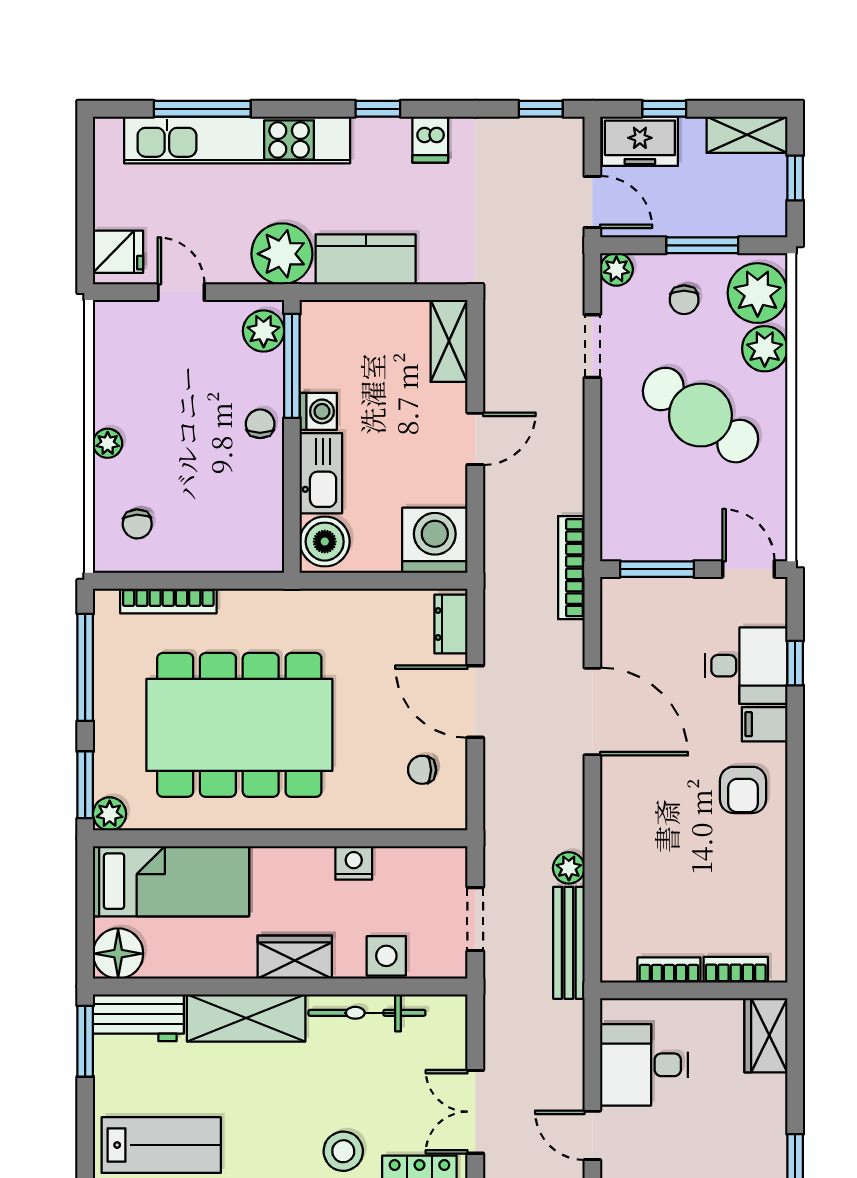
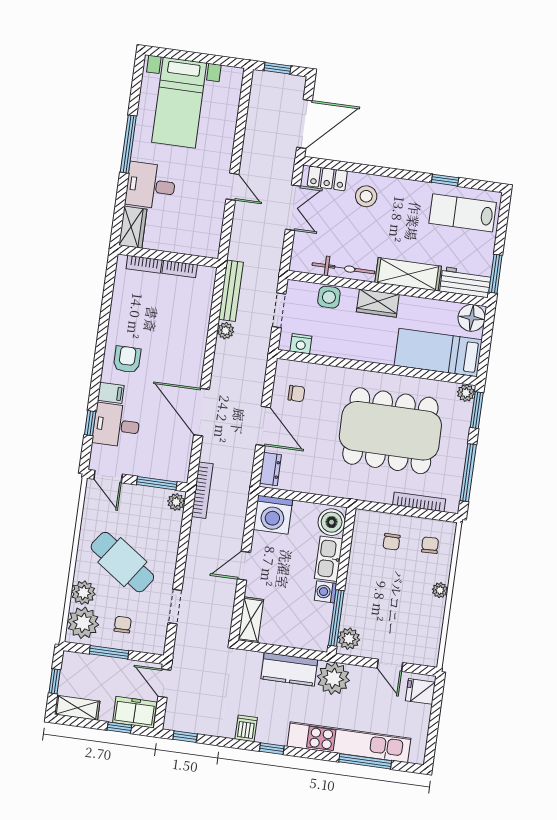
plant: (616, 269) -> (176, 502), moved
chair: (260, 424) -> (391, 542), moved
nightstand: (354, 863) -> (301, 344), moved
desk: (644, 1065) -> (151, 186), moved, turned 180

